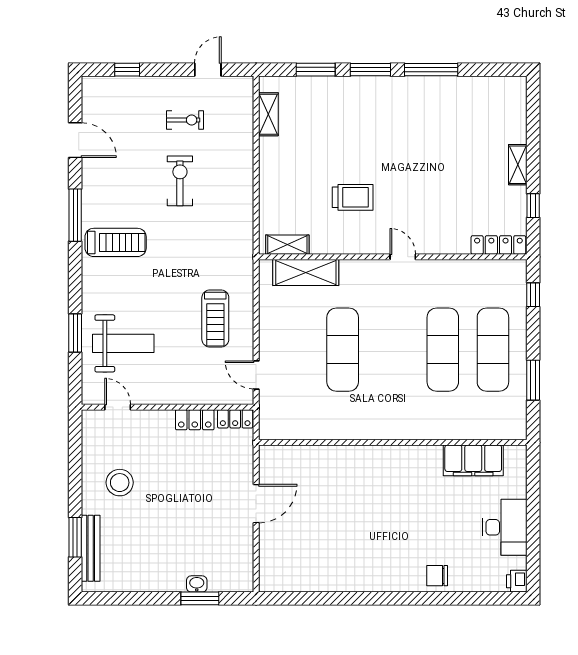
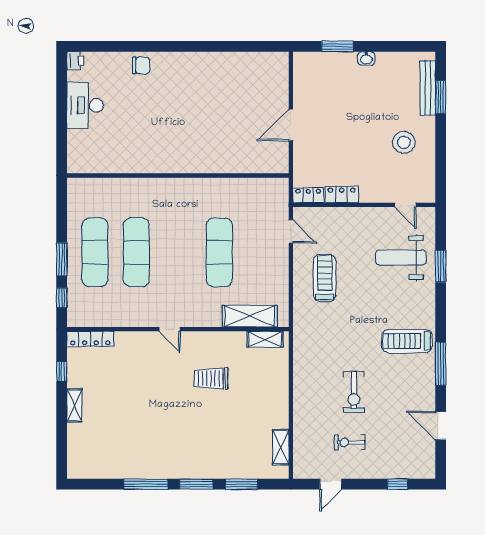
window: (533, 380) -> (62, 259), moved
filing cabinet: (473, 460) -> (111, 161), removed
washbasin: (197, 584) -> (366, 58), moved

